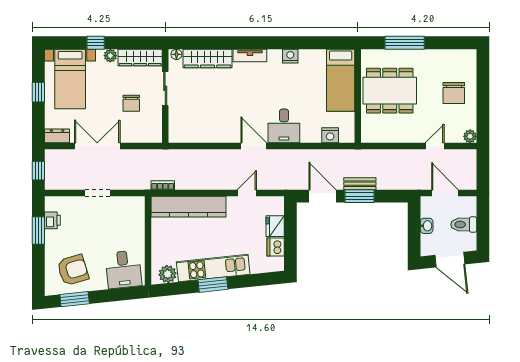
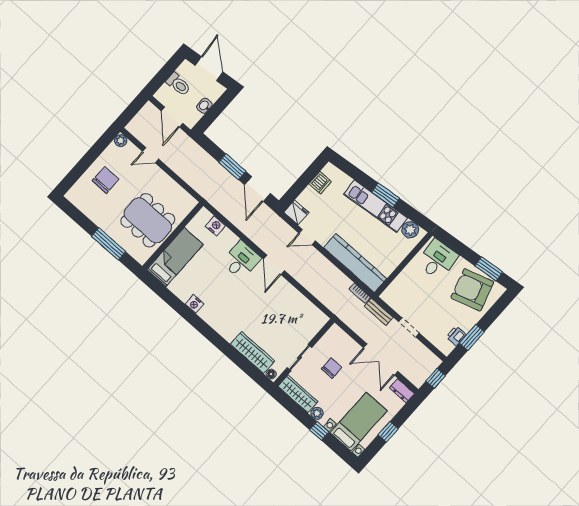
tv unit: (250, 55) -> (222, 329), removed
bench: (360, 184) -> (379, 312), moved
fridge: (275, 226) -> (296, 212), moved, turned -90
armchair: (73, 270) -> (472, 290), width x1.36, depth x1.36

